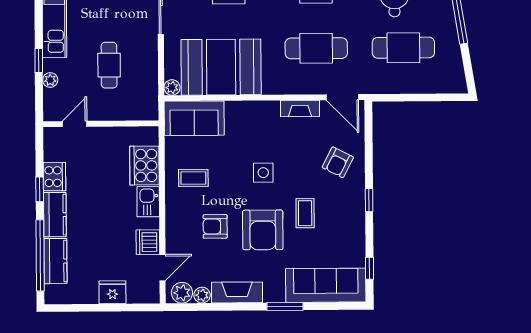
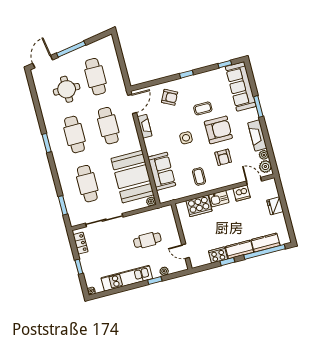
sofa: (194, 118) -> (162, 171), moved

